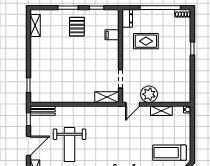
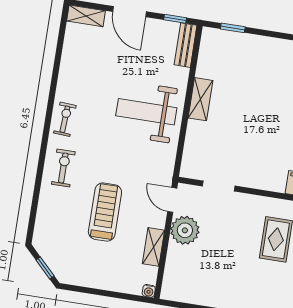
shelving: (107, 97) -> (201, 99), moved
weight bench: (70, 145) -> (146, 112), moved
treadmill: (169, 153) -> (105, 212), moved

